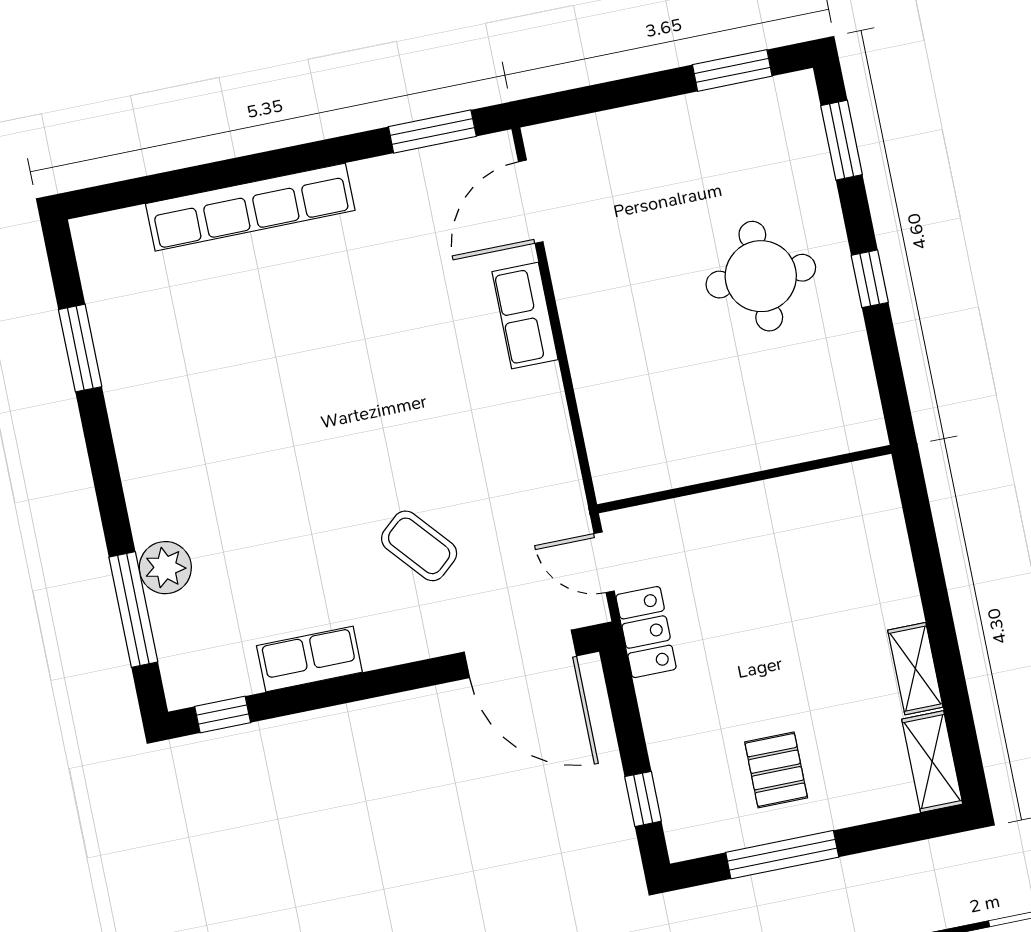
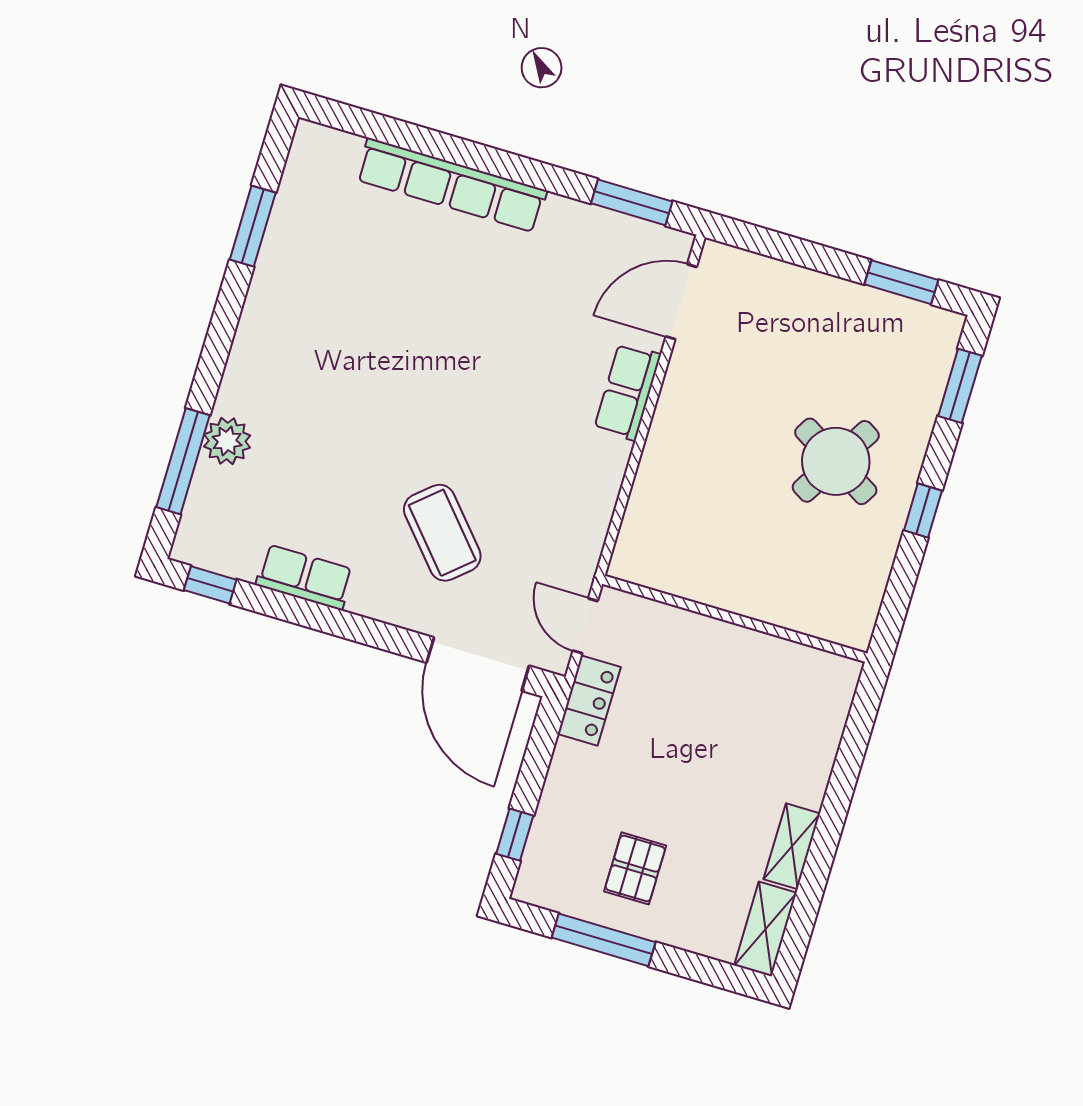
round table: (761, 276) -> (836, 461), turned 31
coffee table: (419, 546) -> (442, 533), width x1.36, depth x1.30

